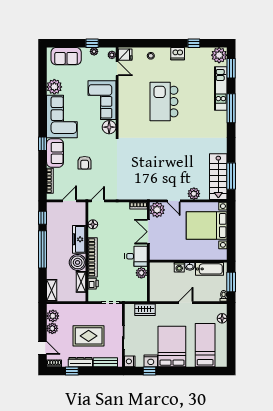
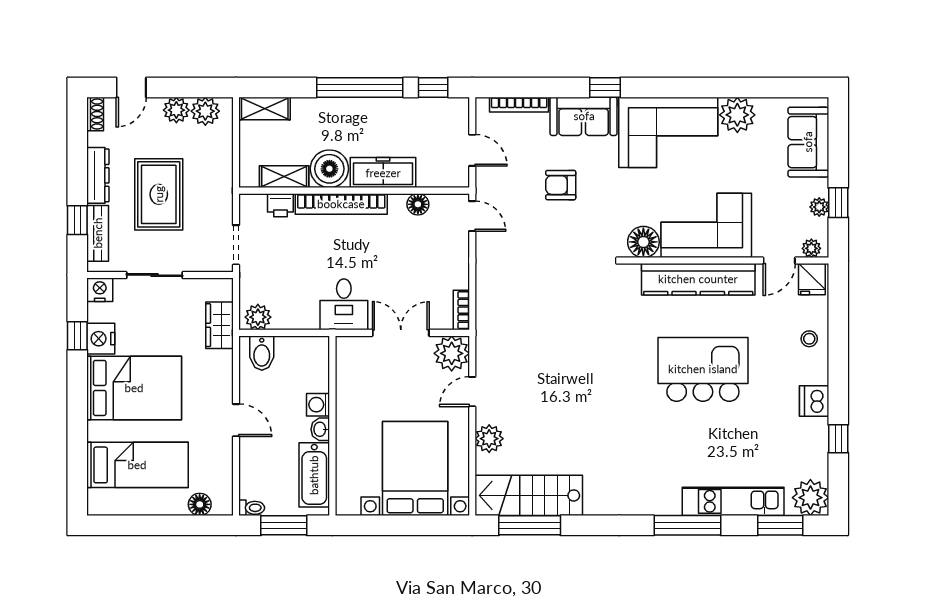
kitchen counter: (125, 104) -> (698, 279), added
plant: (141, 273) -> (258, 317), moved
bidet: (157, 292) -> (262, 353), added
window: (72, 371) -> (77, 220), moved

